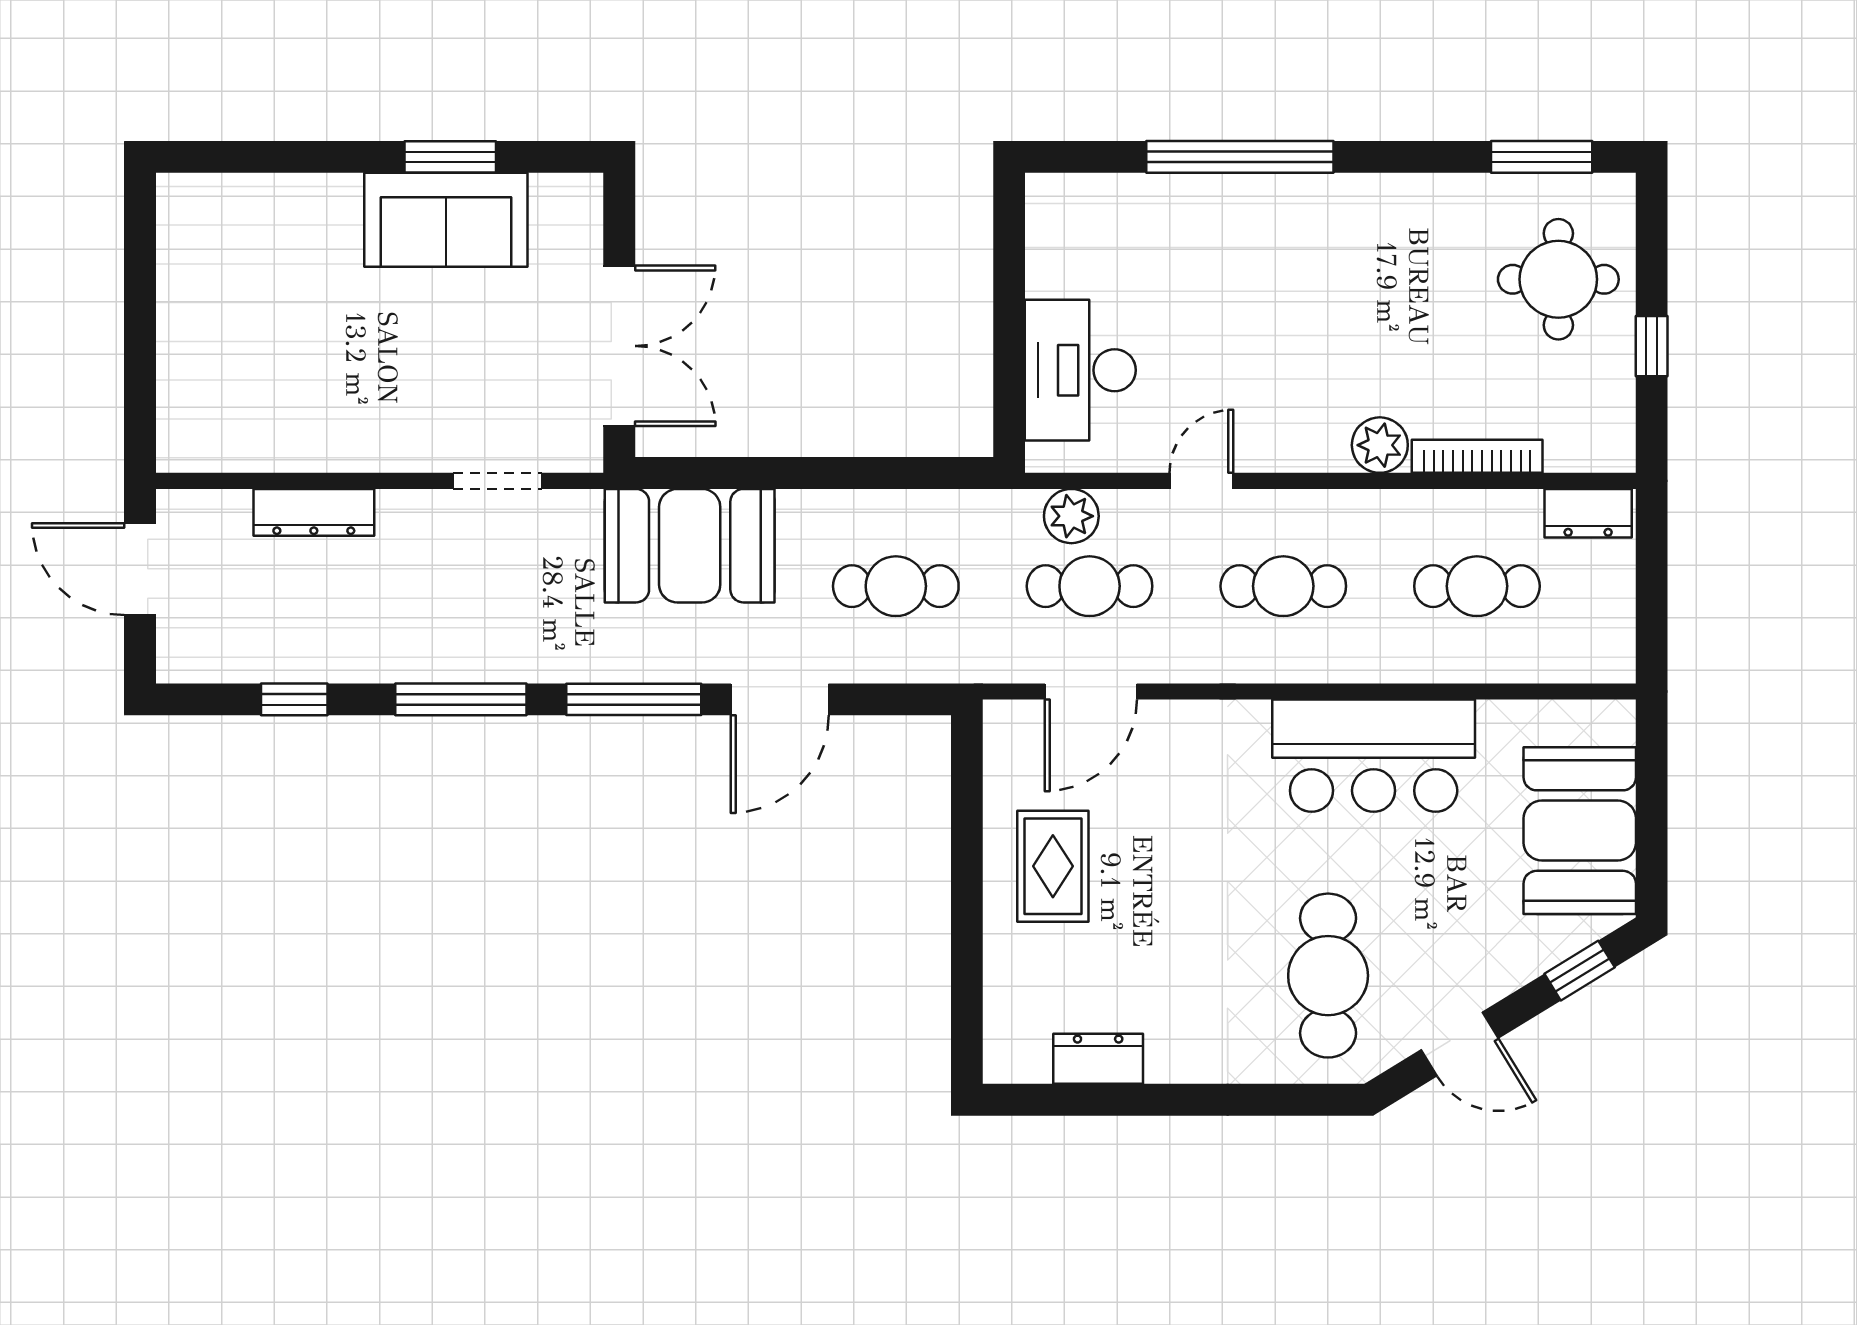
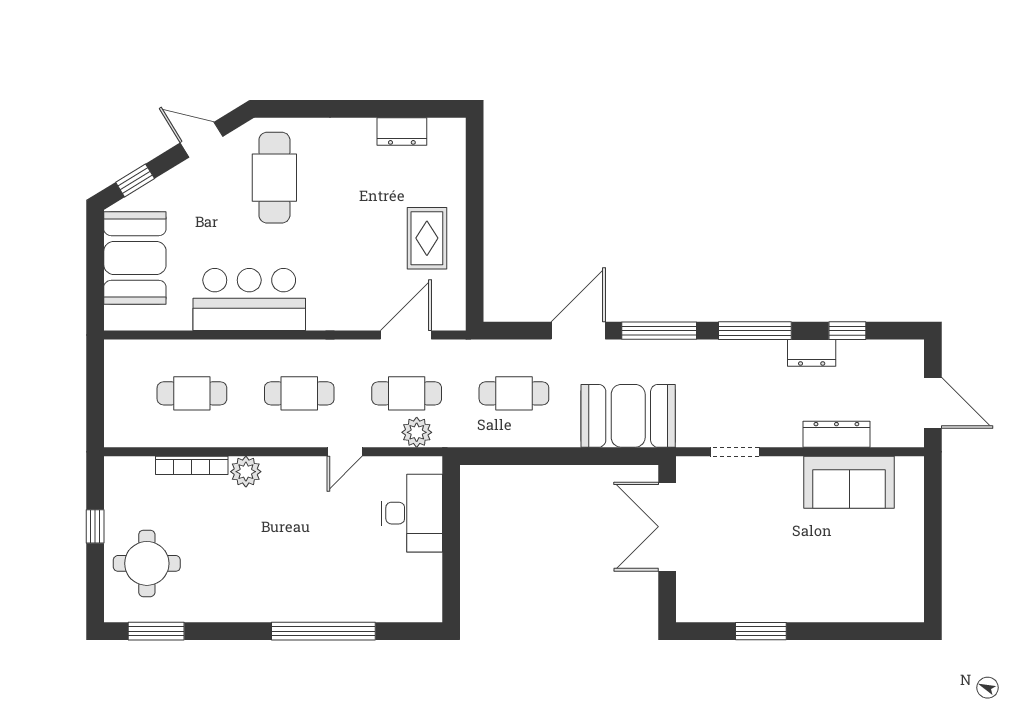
sofa: (446, 220) -> (849, 482), moved, turned 180
dresser: (1588, 513) -> (812, 353), moved, turned 180

